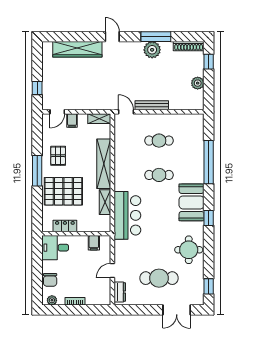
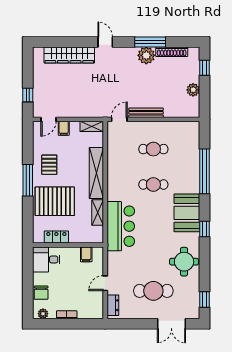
shoe rack: (189, 46) -> (172, 52), moved
door: (126, 112) -> (119, 119), hinge flipped

